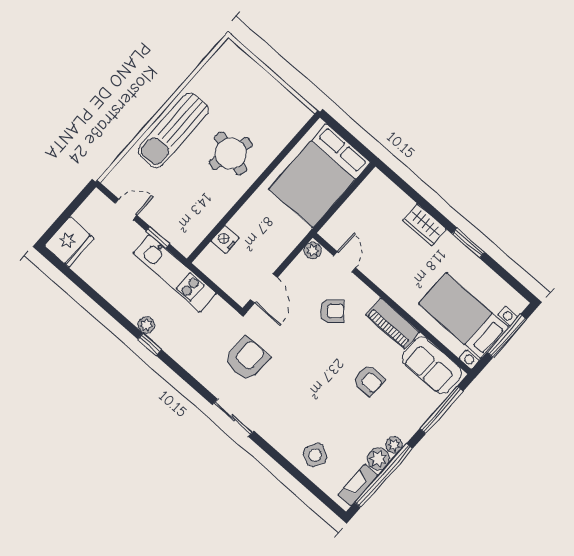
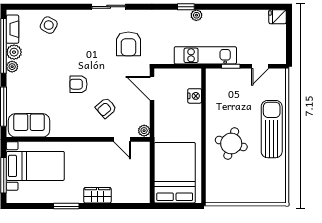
fridge: (69, 242) -> (278, 17), width x0.53, depth x0.75
piano: (393, 324) -> (69, 129), removed
armchair: (369, 380) -> (78, 84), moved

